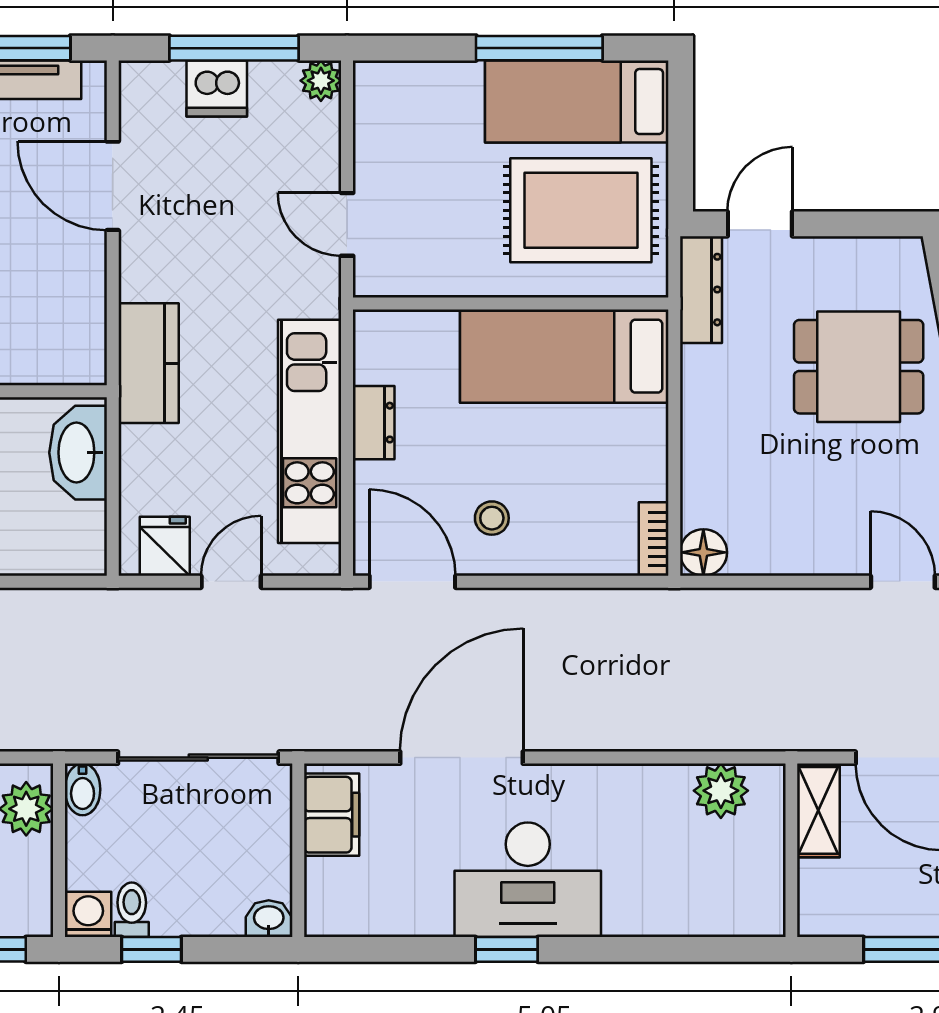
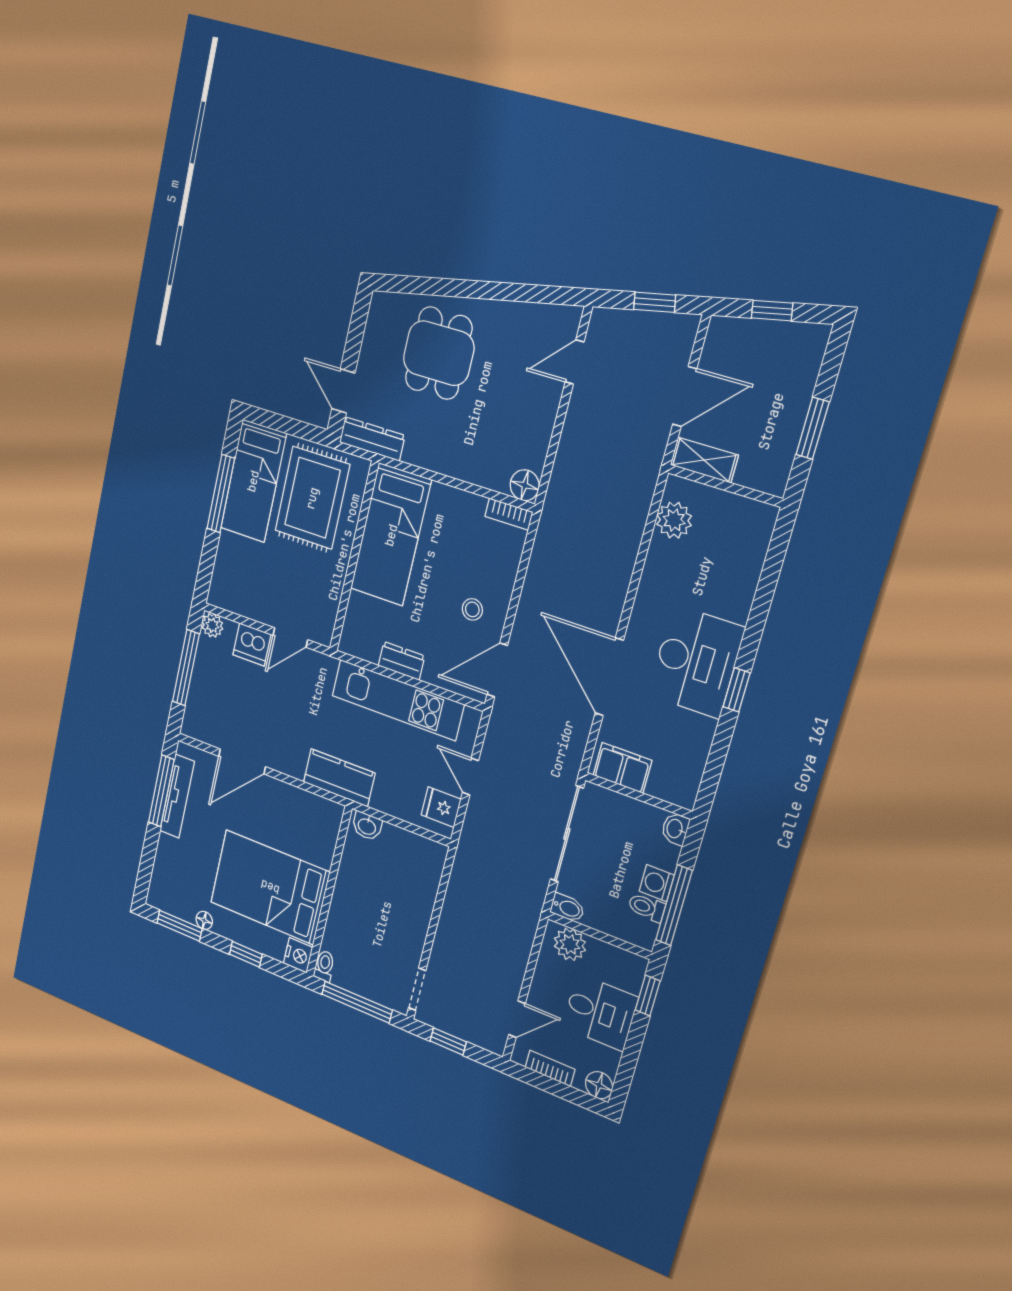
dishwasher: (217, 88) -> (252, 644), moved, turned 90
washbasin: (78, 453) -> (367, 826), width x0.52, depth x0.69
washing machine: (88, 914) -> (657, 883), moved
window: (152, 949) -> (674, 905), width x2.17

